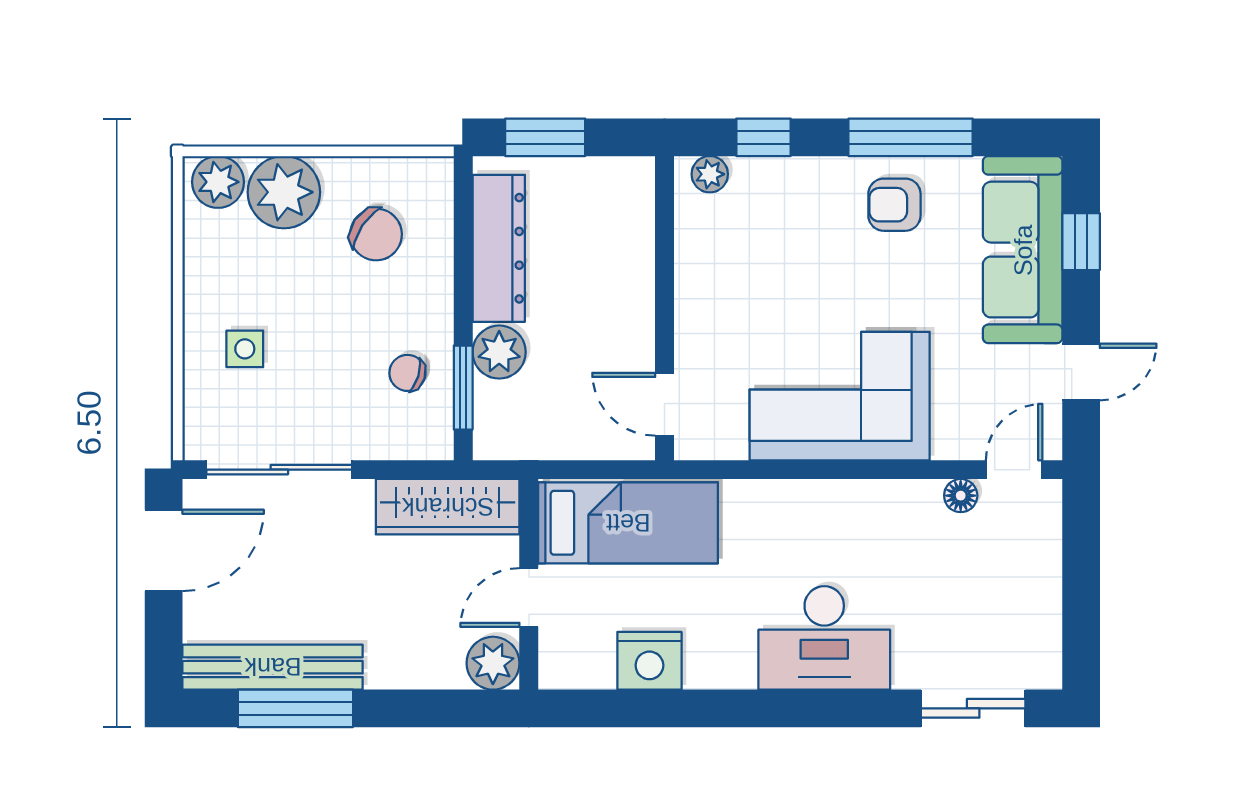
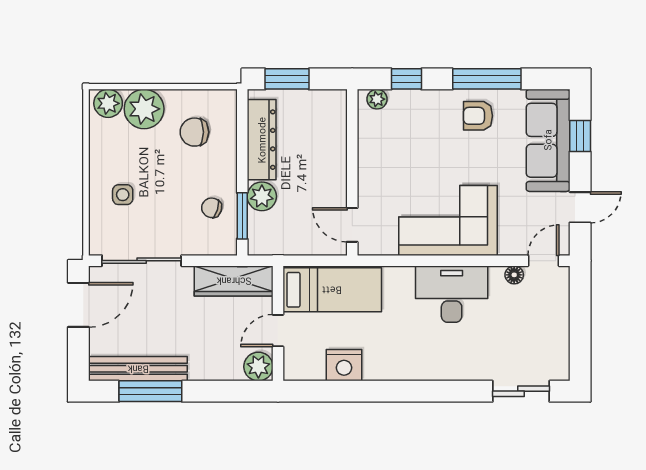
chair: (376, 234) -> (194, 132), turned 146
desk: (824, 638) -> (452, 294), moved, turned 180

